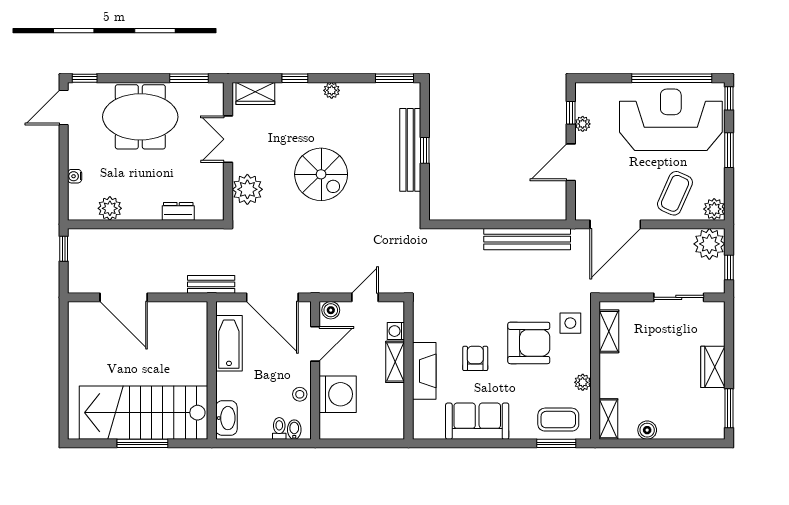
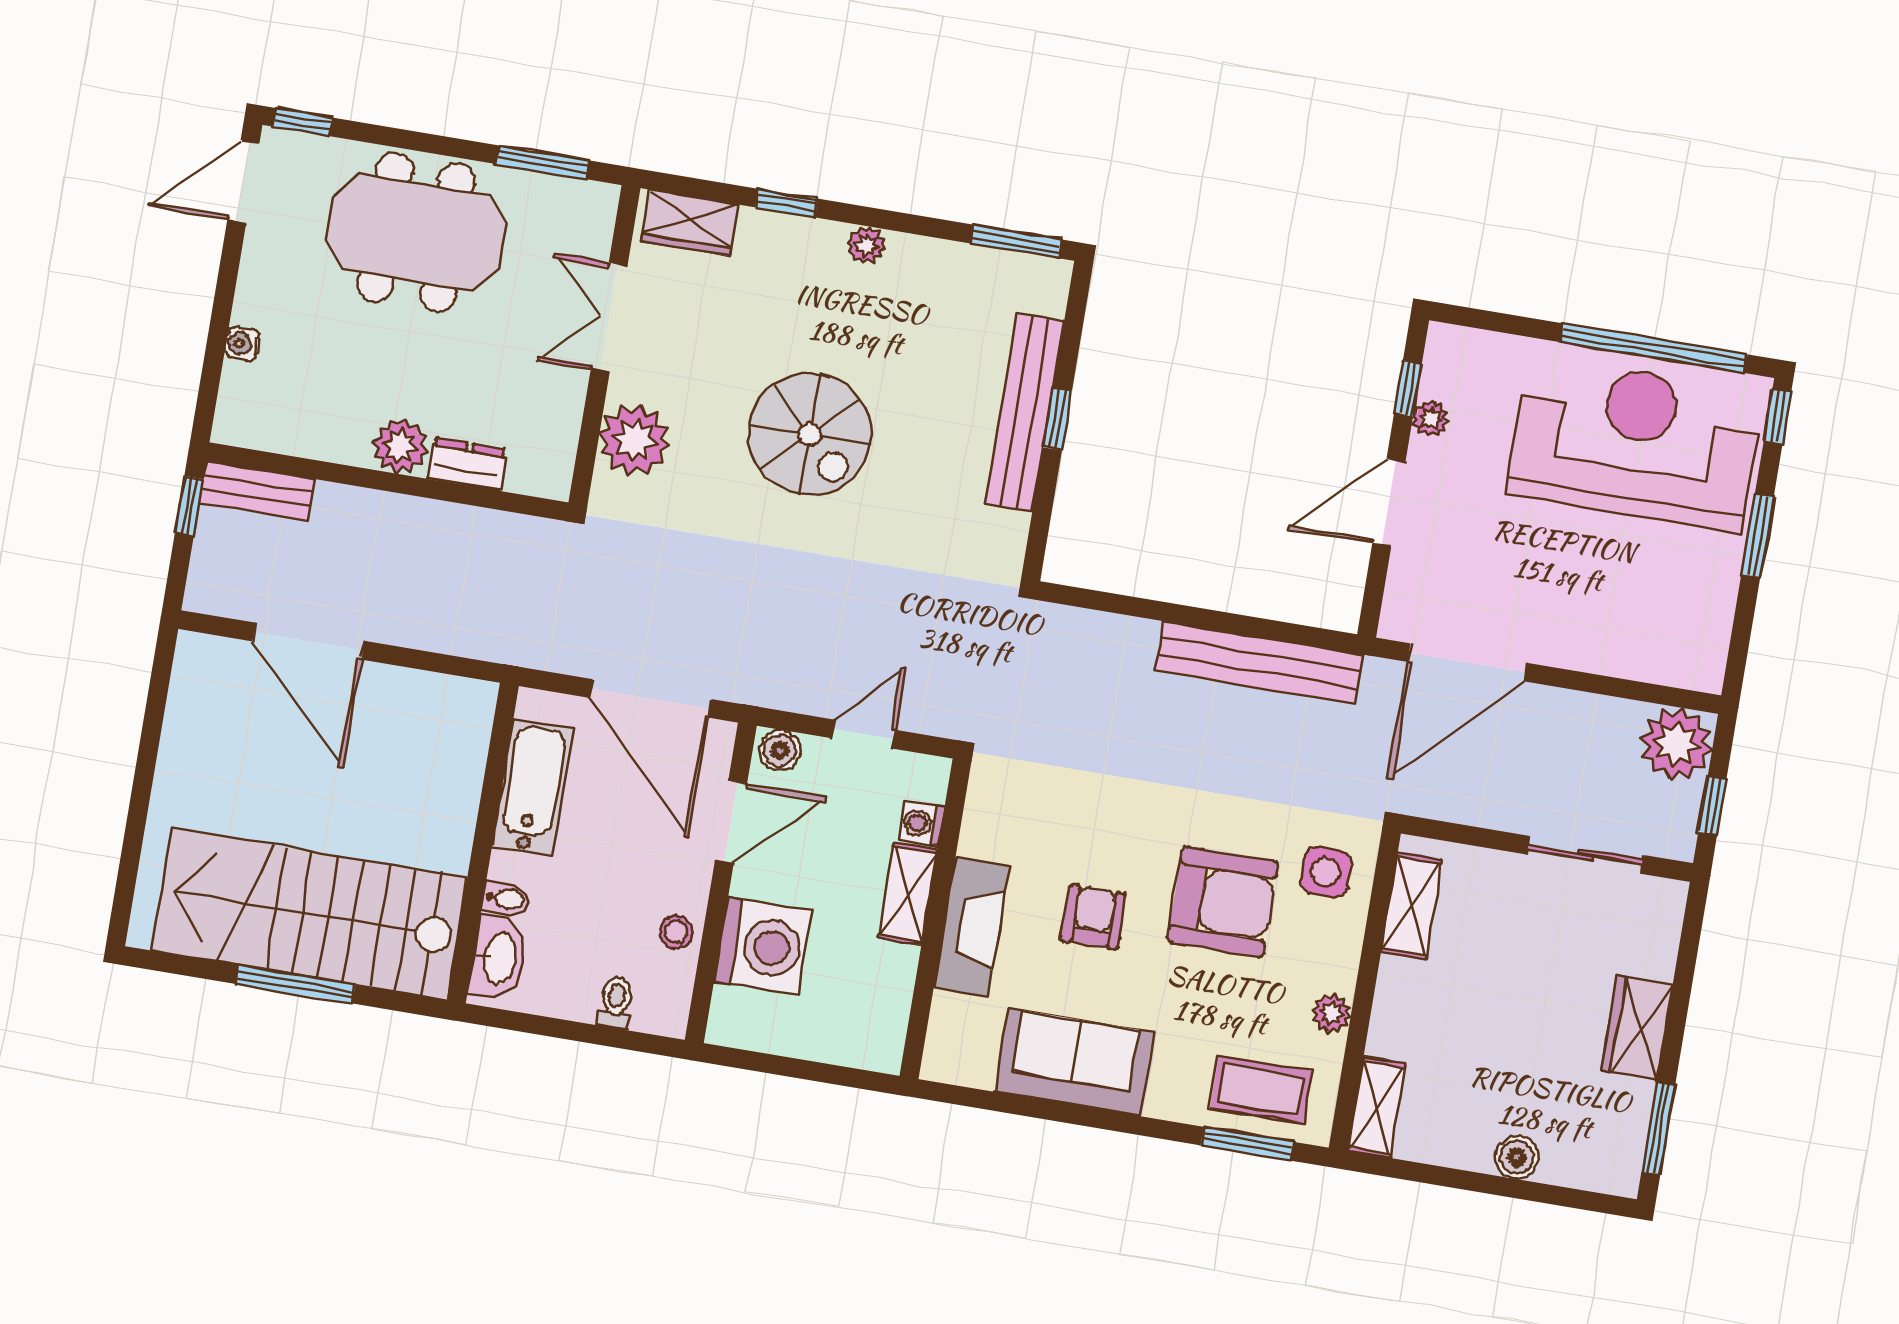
coffee table: (675, 193) -> (1617, 614), removed
plant: (110, 208) -> (400, 446), moved
plant: (714, 209) -> (1701, 665), removed
bench: (211, 284) -> (257, 491), moved
bidet: (294, 430) -> (506, 899), moved, turned 90
boiler: (647, 430) -> (1517, 1157), moved

